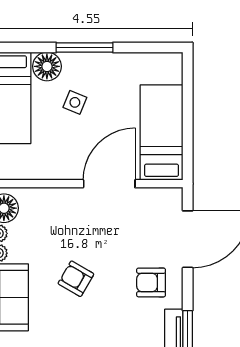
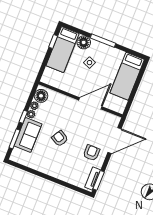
bed: (162, 133) -> (127, 76), moved, turned 180
armchair: (151, 282) -> (91, 153), turned 90

